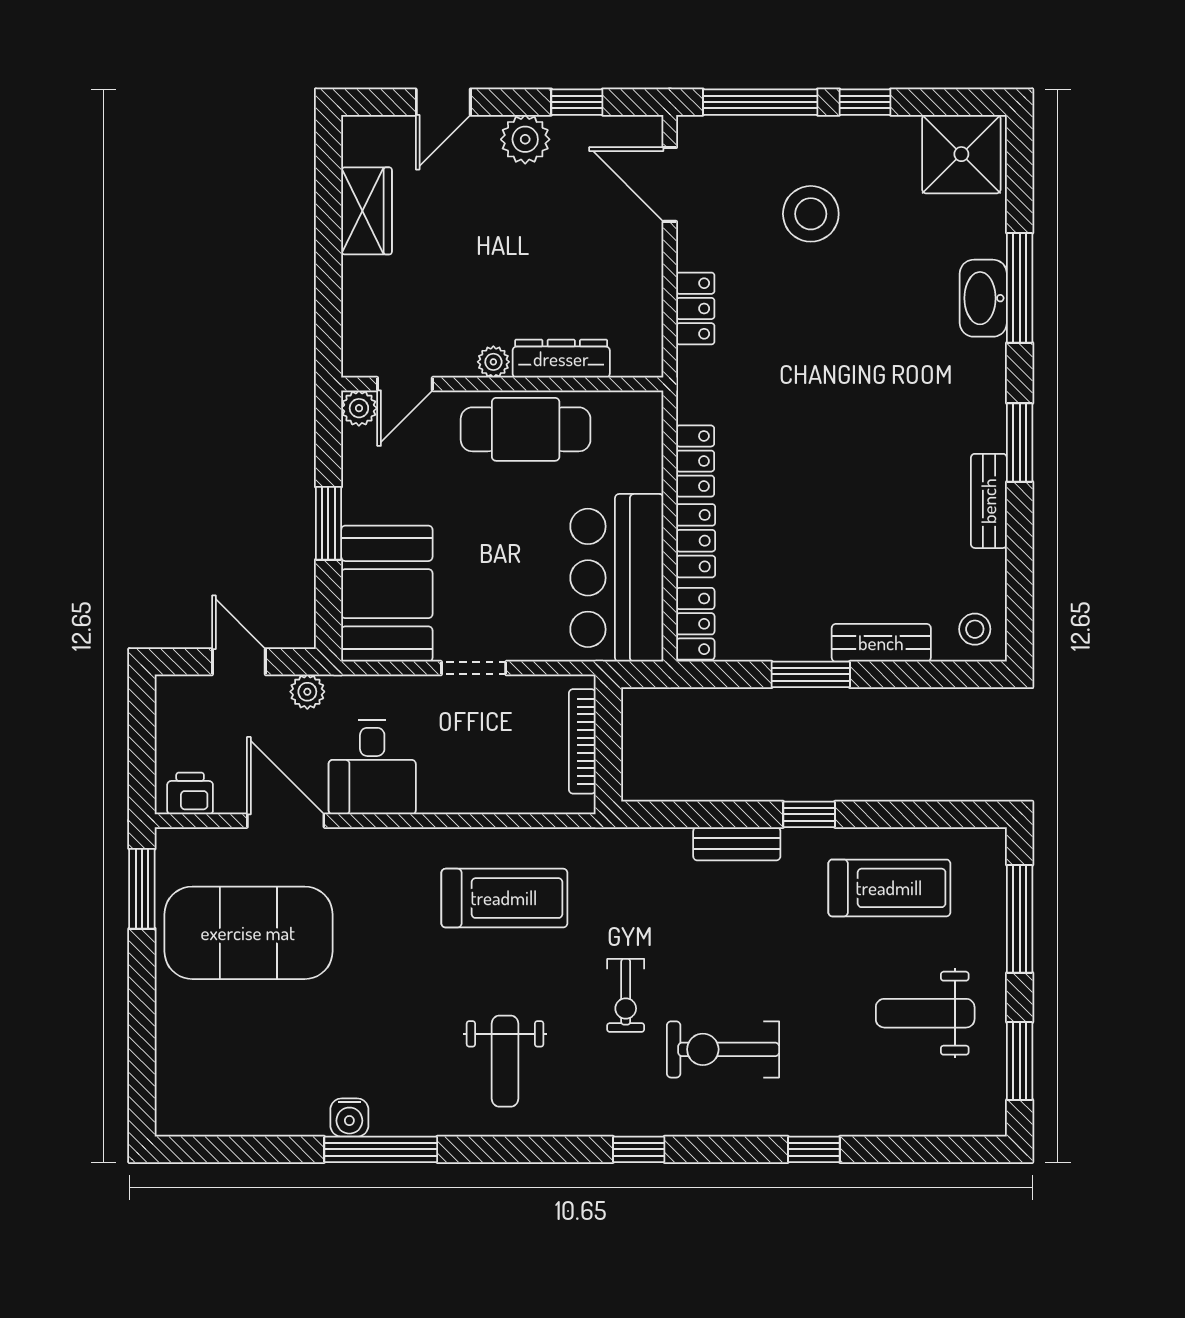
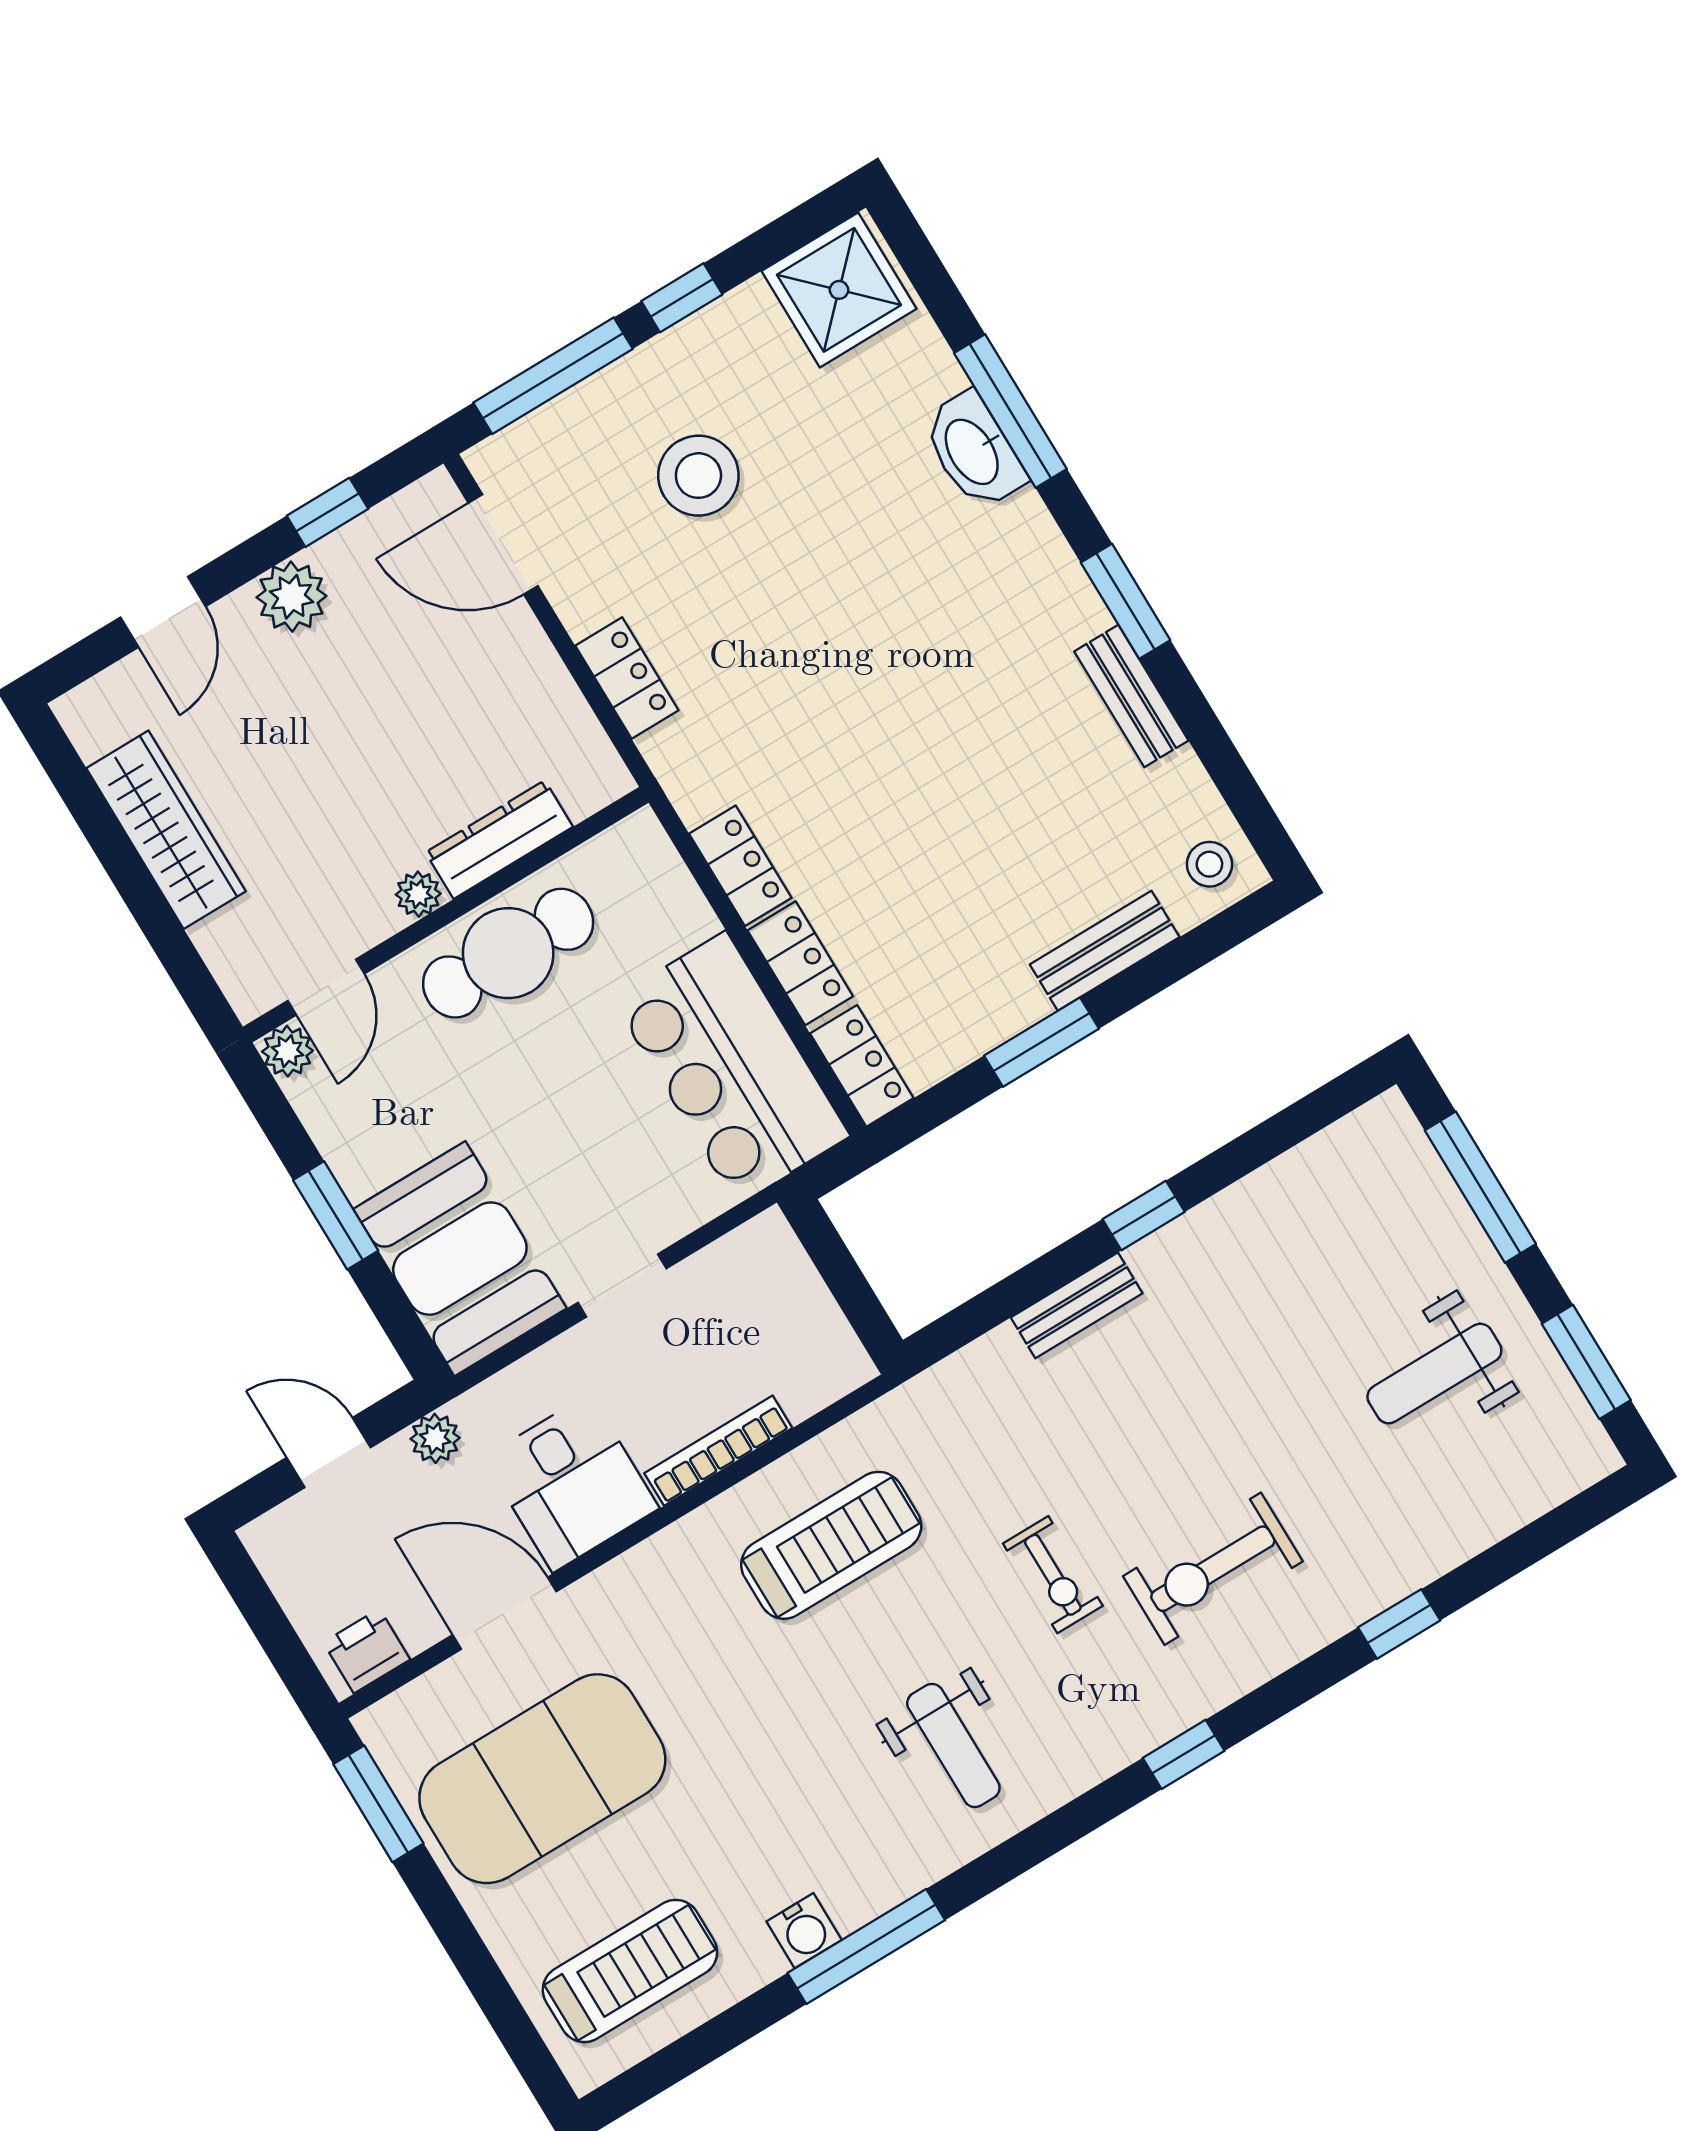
wardrobe: (366, 211) -> (166, 830), width x1.50
bookcase: (582, 741) -> (718, 1451), moved, turned 90
treadmill: (889, 888) -> (630, 1971), moved

